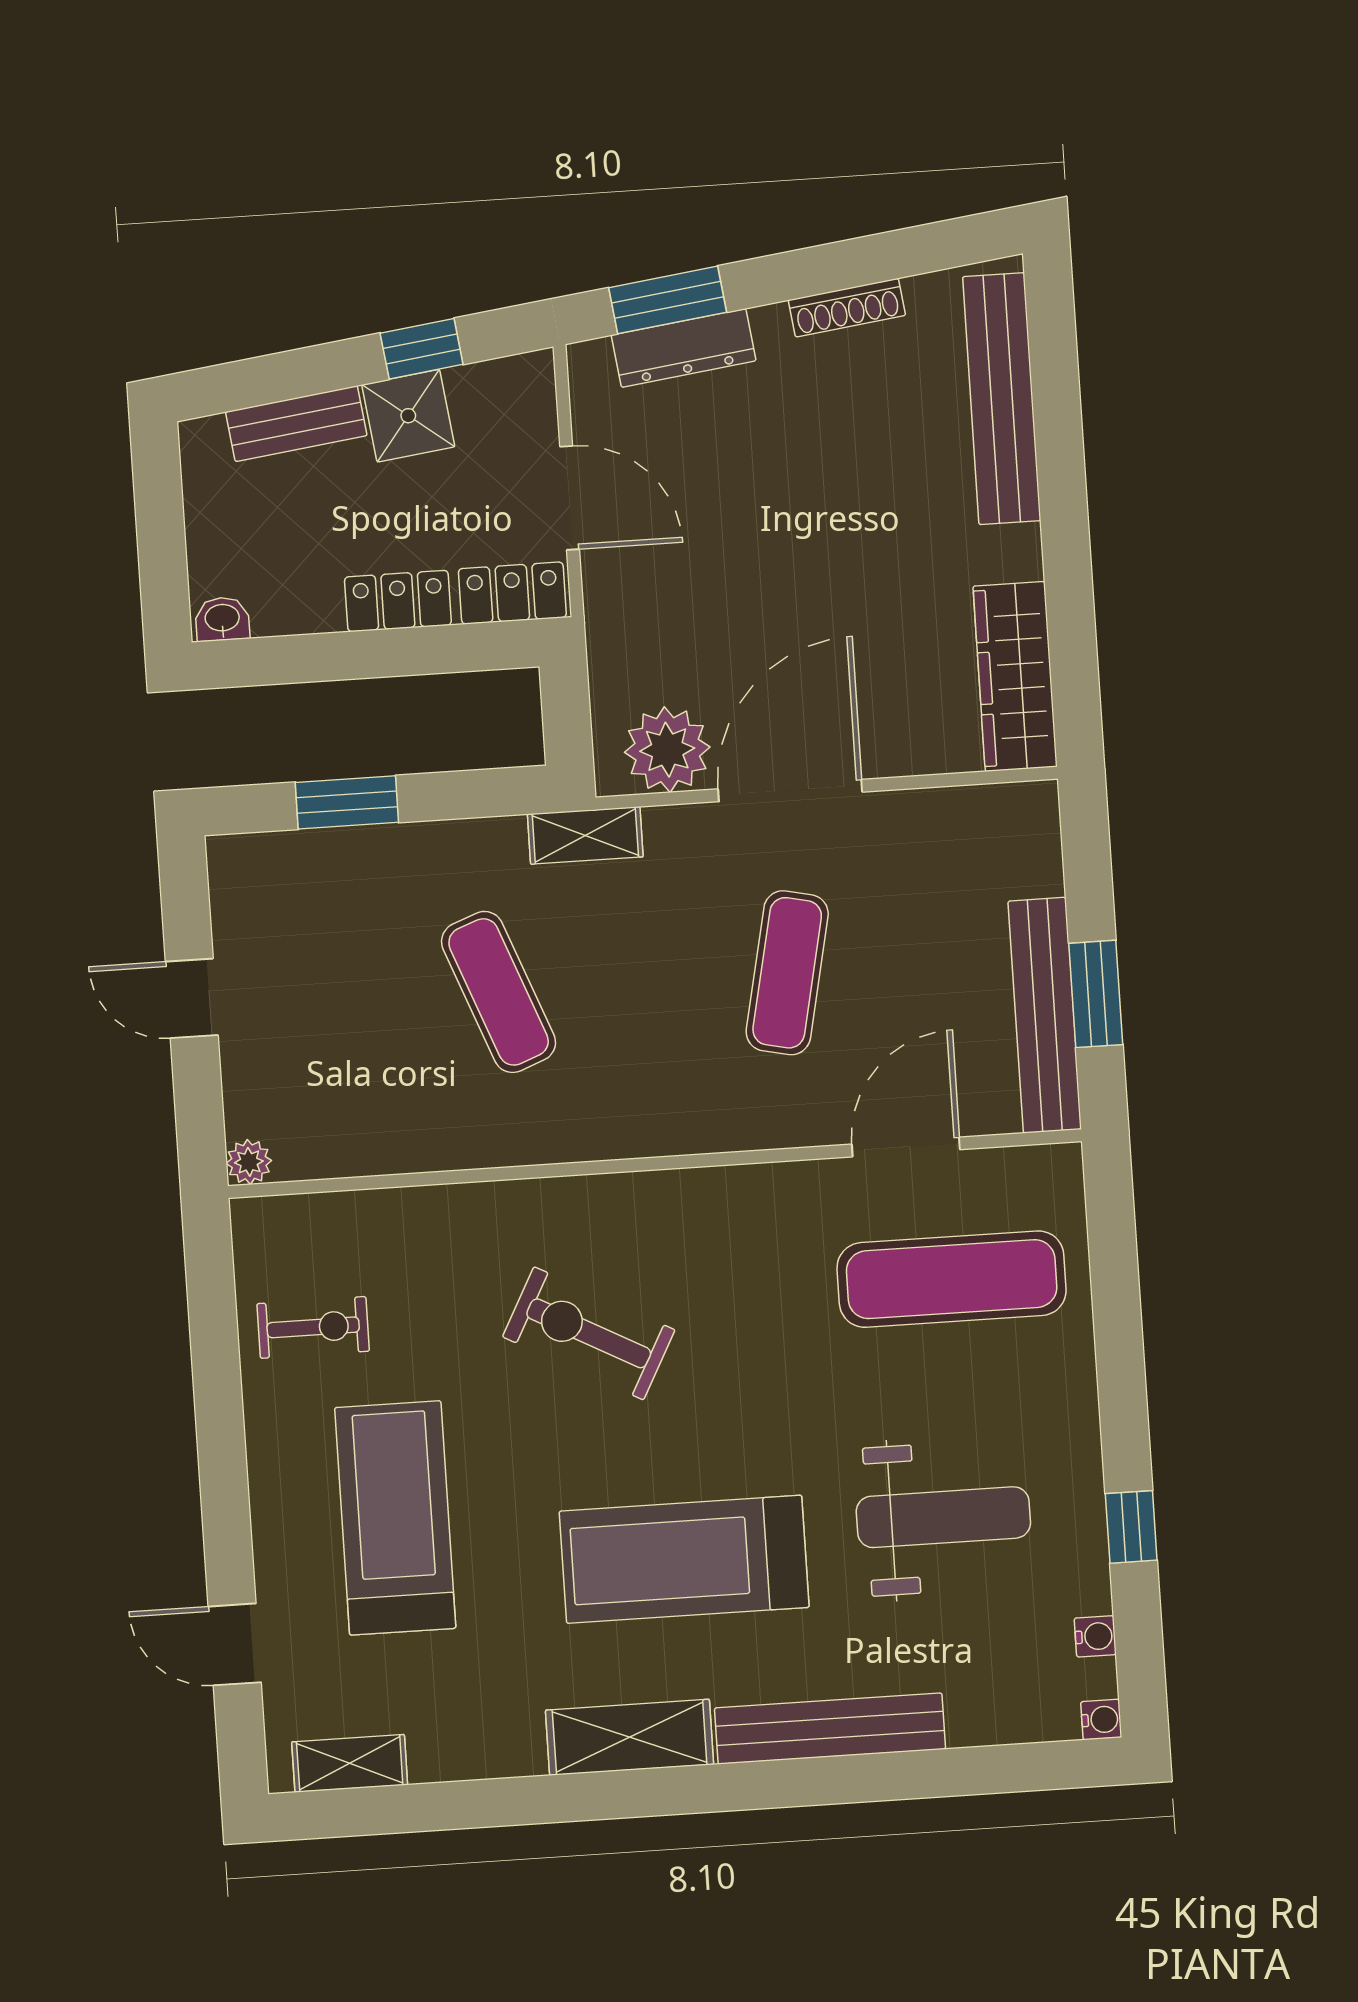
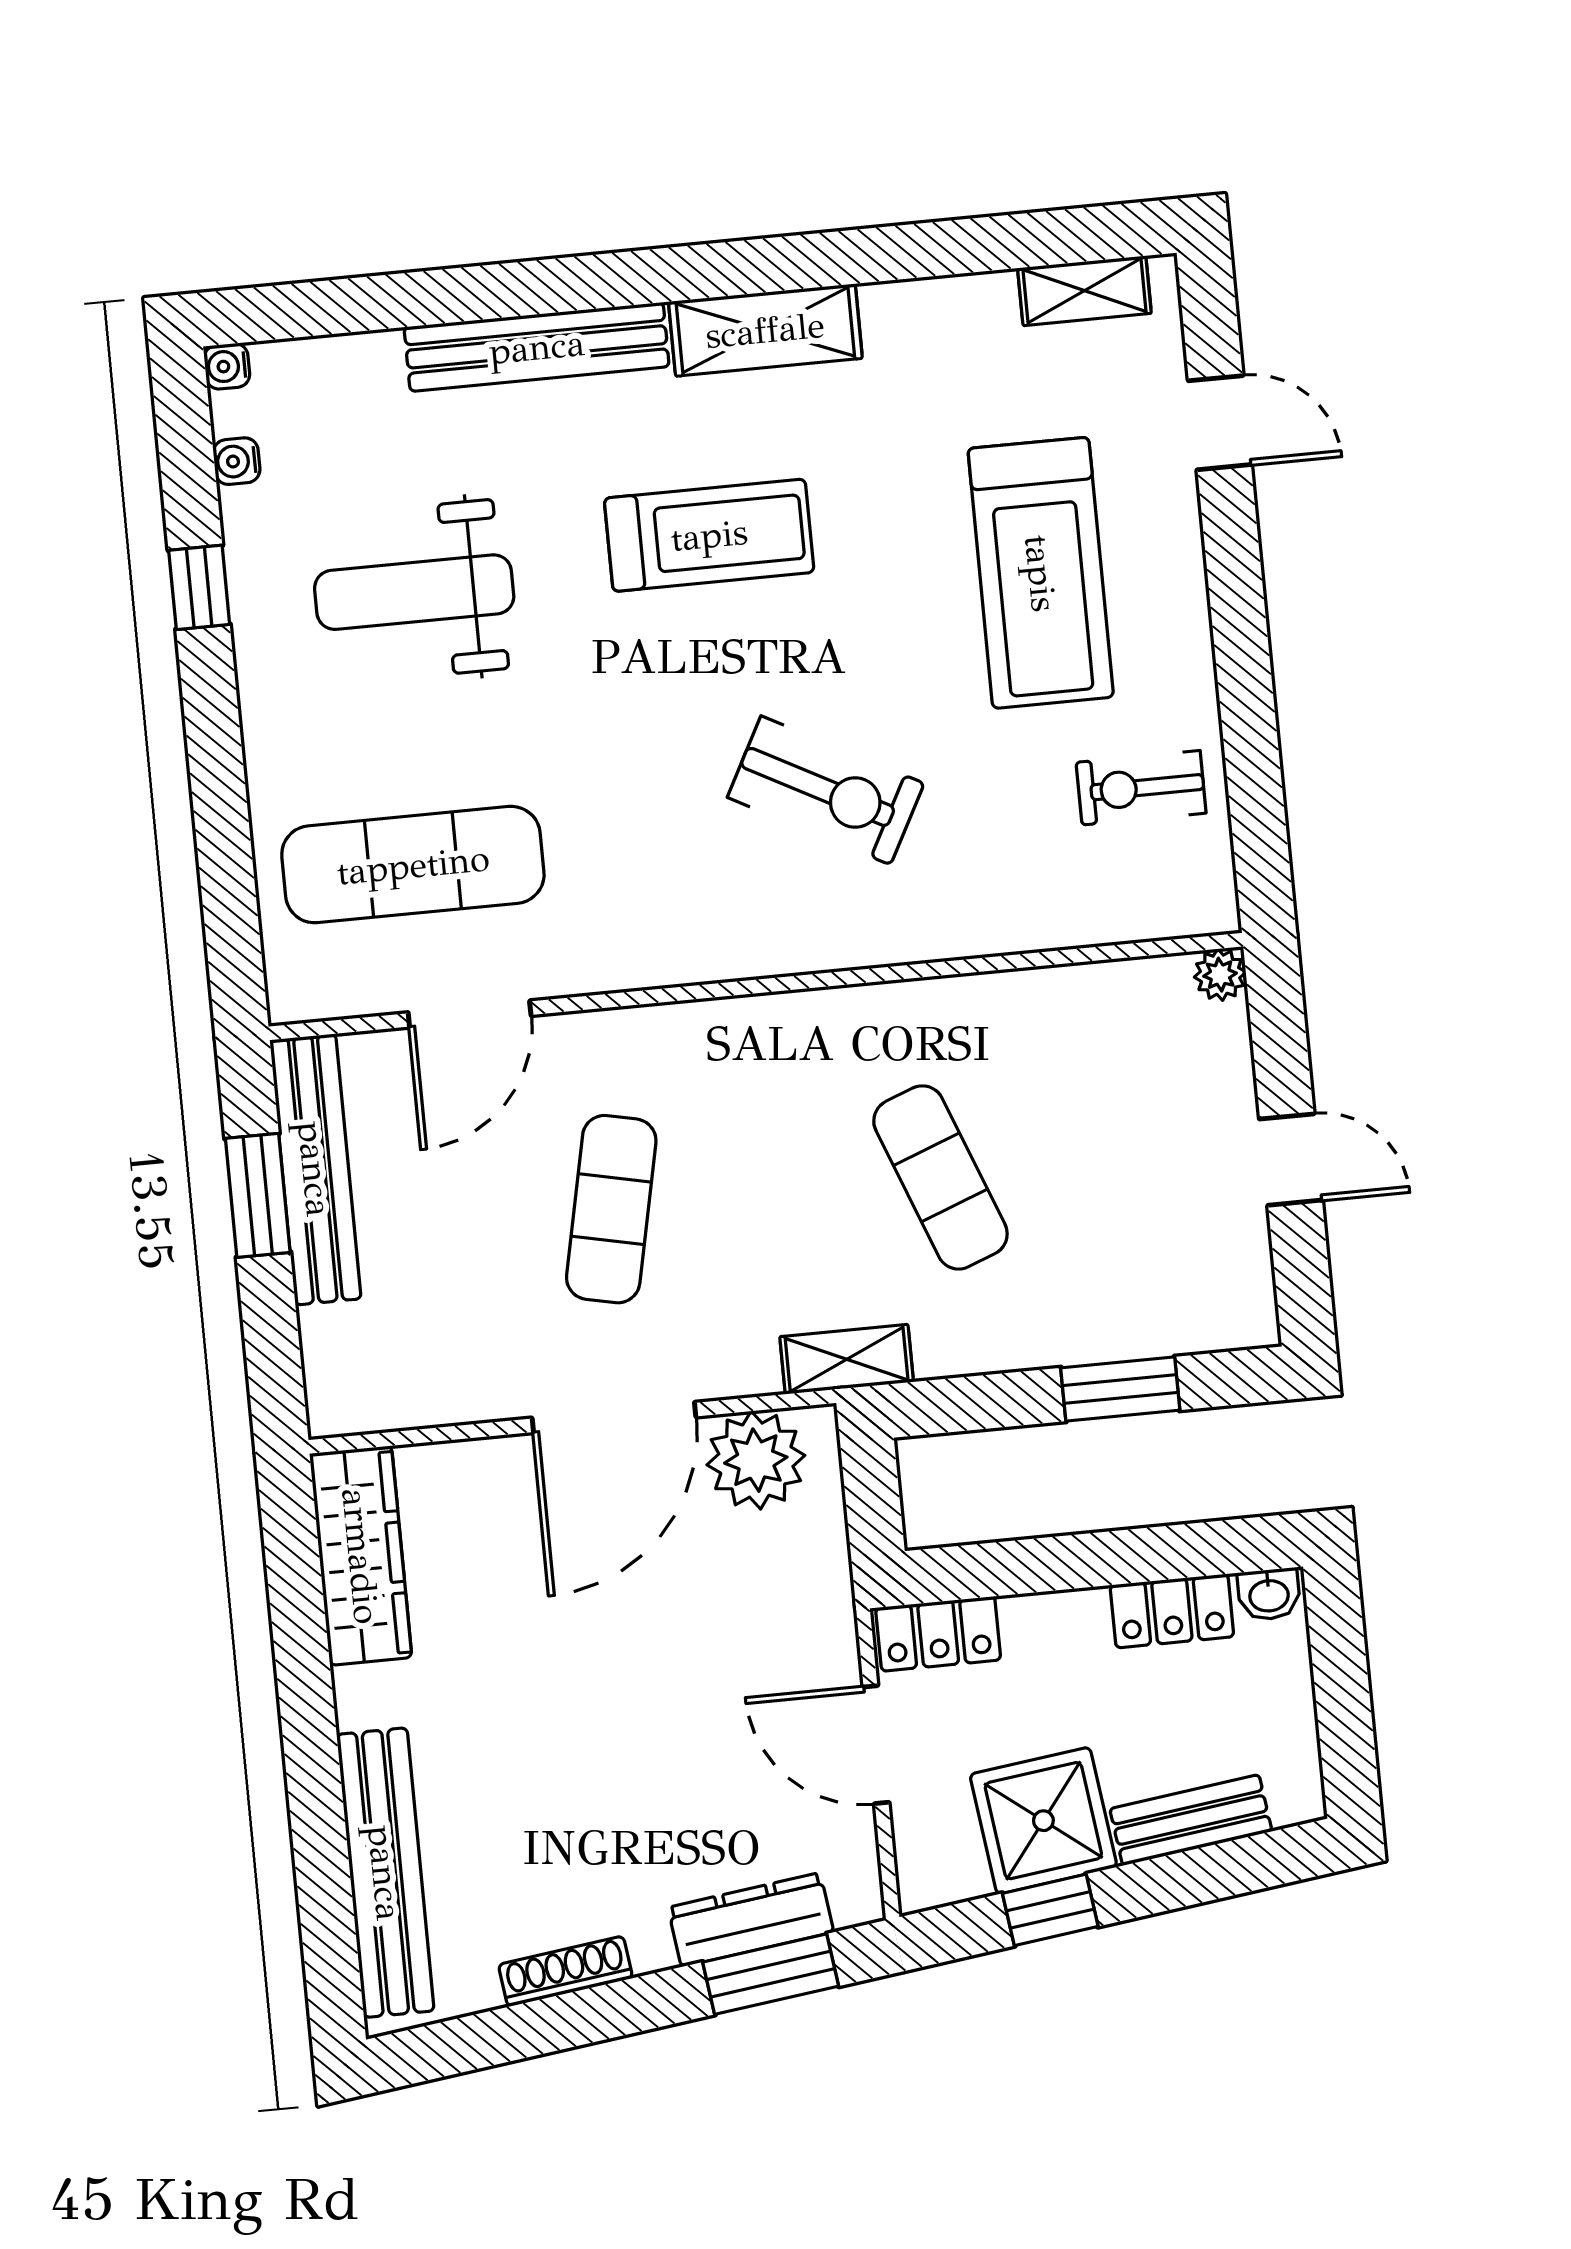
shower: (408, 416) -> (1043, 1821), width x1.36, depth x1.36
locker: (398, 601) -> (1172, 1611), moved
treadmill: (684, 1559) -> (709, 535), width x0.73, depth x0.73

